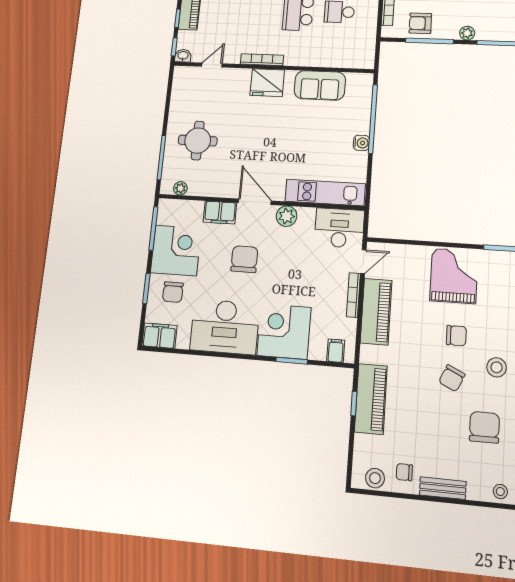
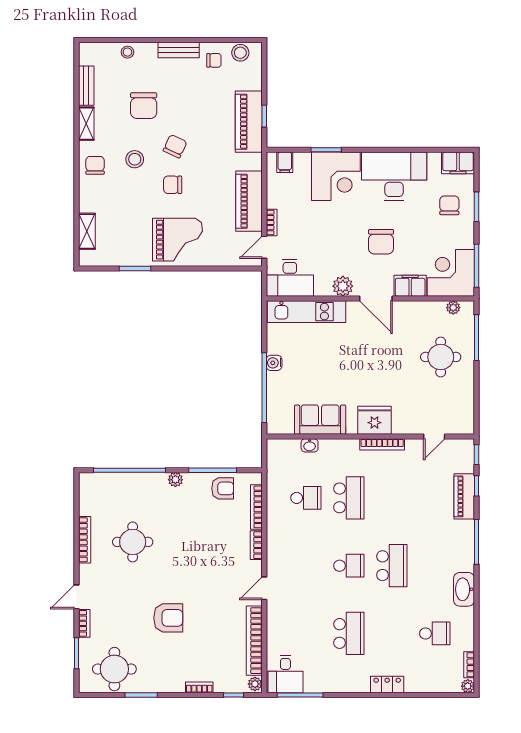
washbasin: (183, 56) -> (310, 445), moved
corner desk: (176, 250) -> (451, 273), moved, turned 90
grand piano: (454, 276) -> (177, 240), turned -90
bookcase: (353, 295) -> (272, 223), width x0.64

